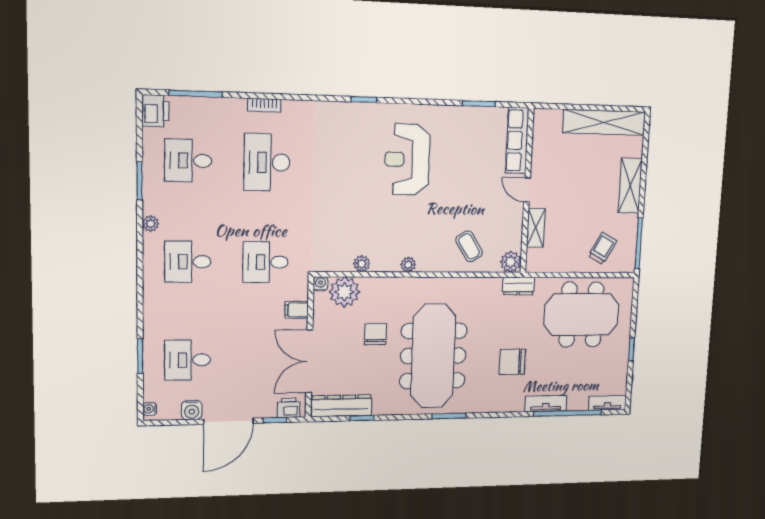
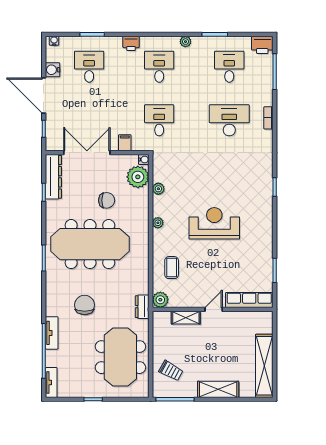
reception desk: (407, 159) -> (214, 223), moved
coffee table: (469, 246) -> (172, 268), turned -58
printer: (289, 408) -> (131, 43), moved, turned 90

